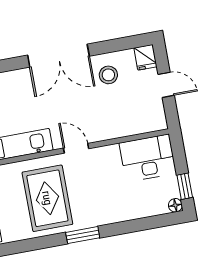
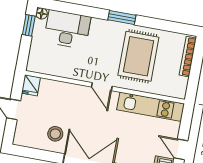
fridge: (145, 57) -> (31, 85), moved, turned 180
desk: (148, 158) -> (67, 29), moved, turned 180

